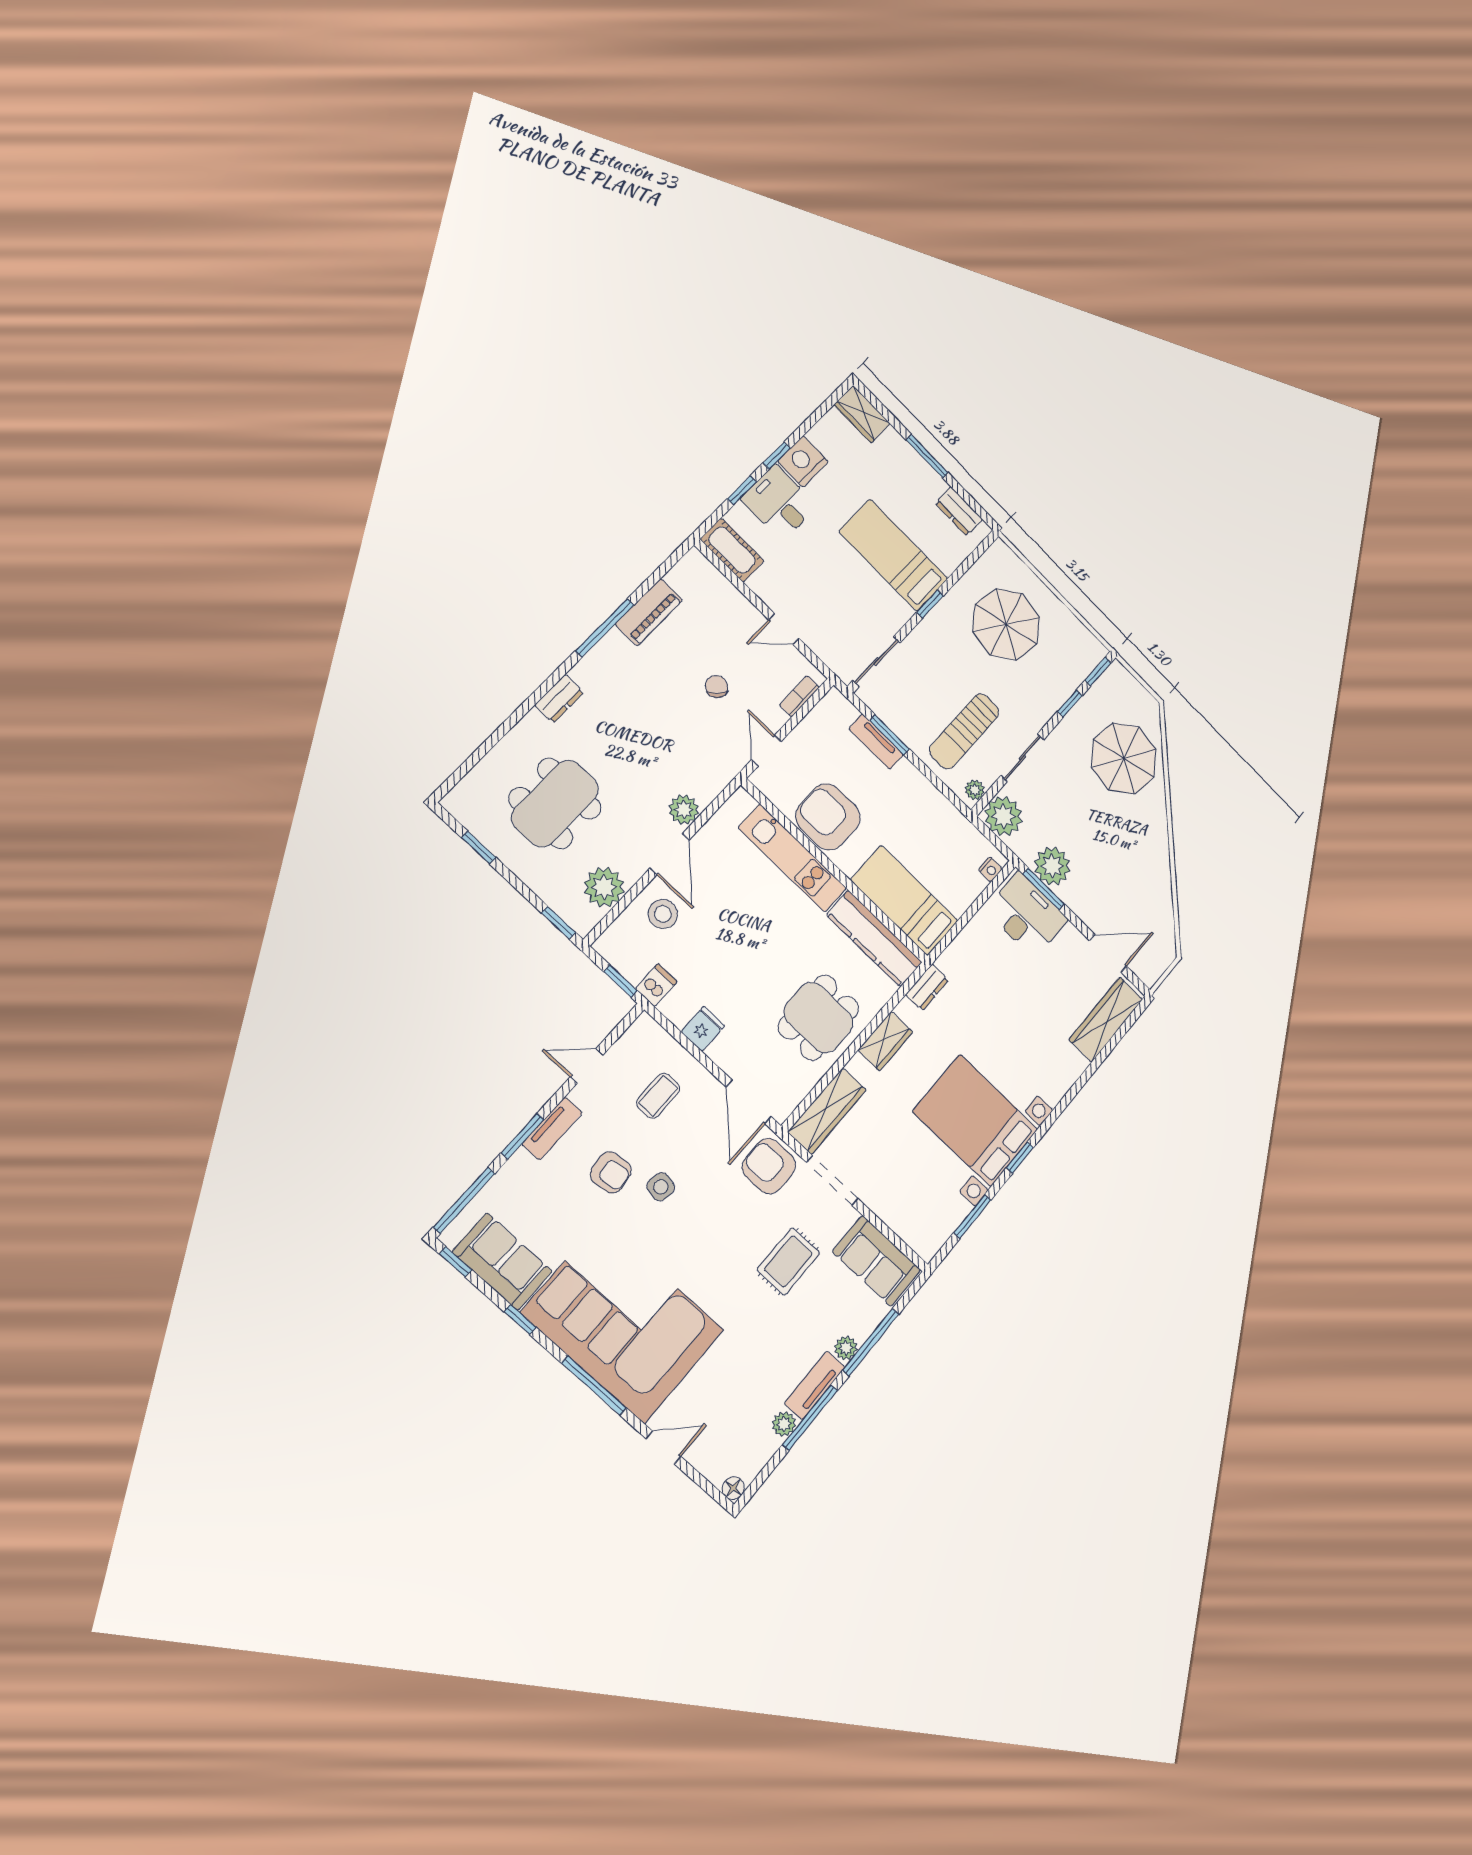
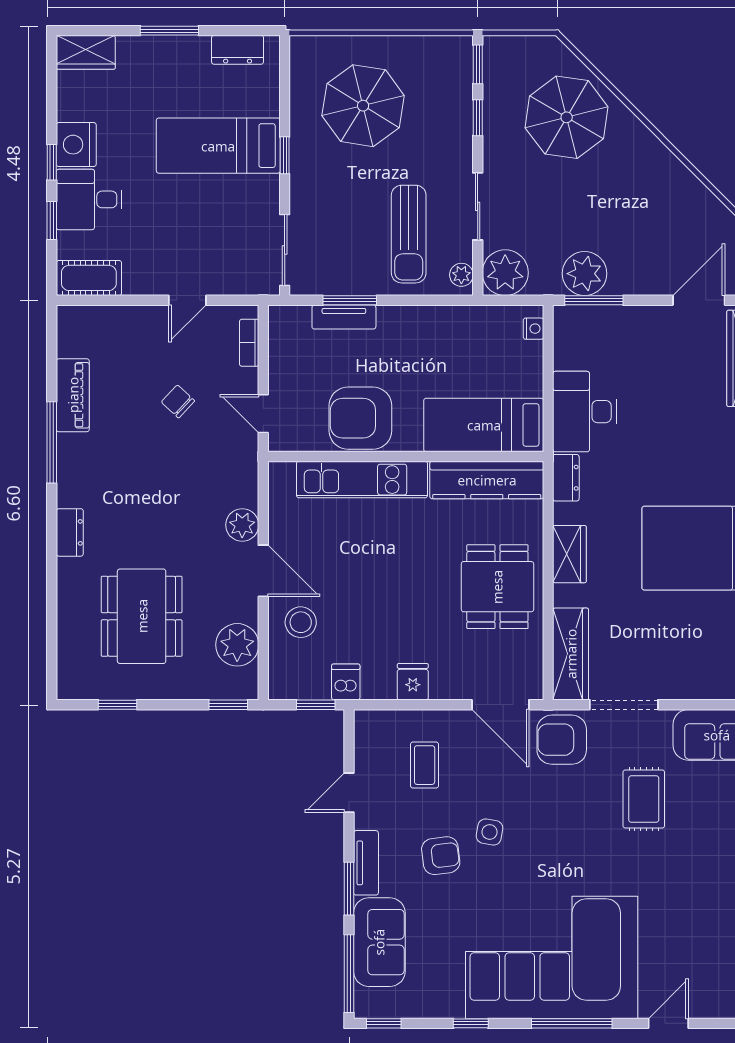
desk: (1027, 915) -> (584, 412), moved, turned -90
sofa: (502, 1262) -> (379, 942), moved, turned 90

